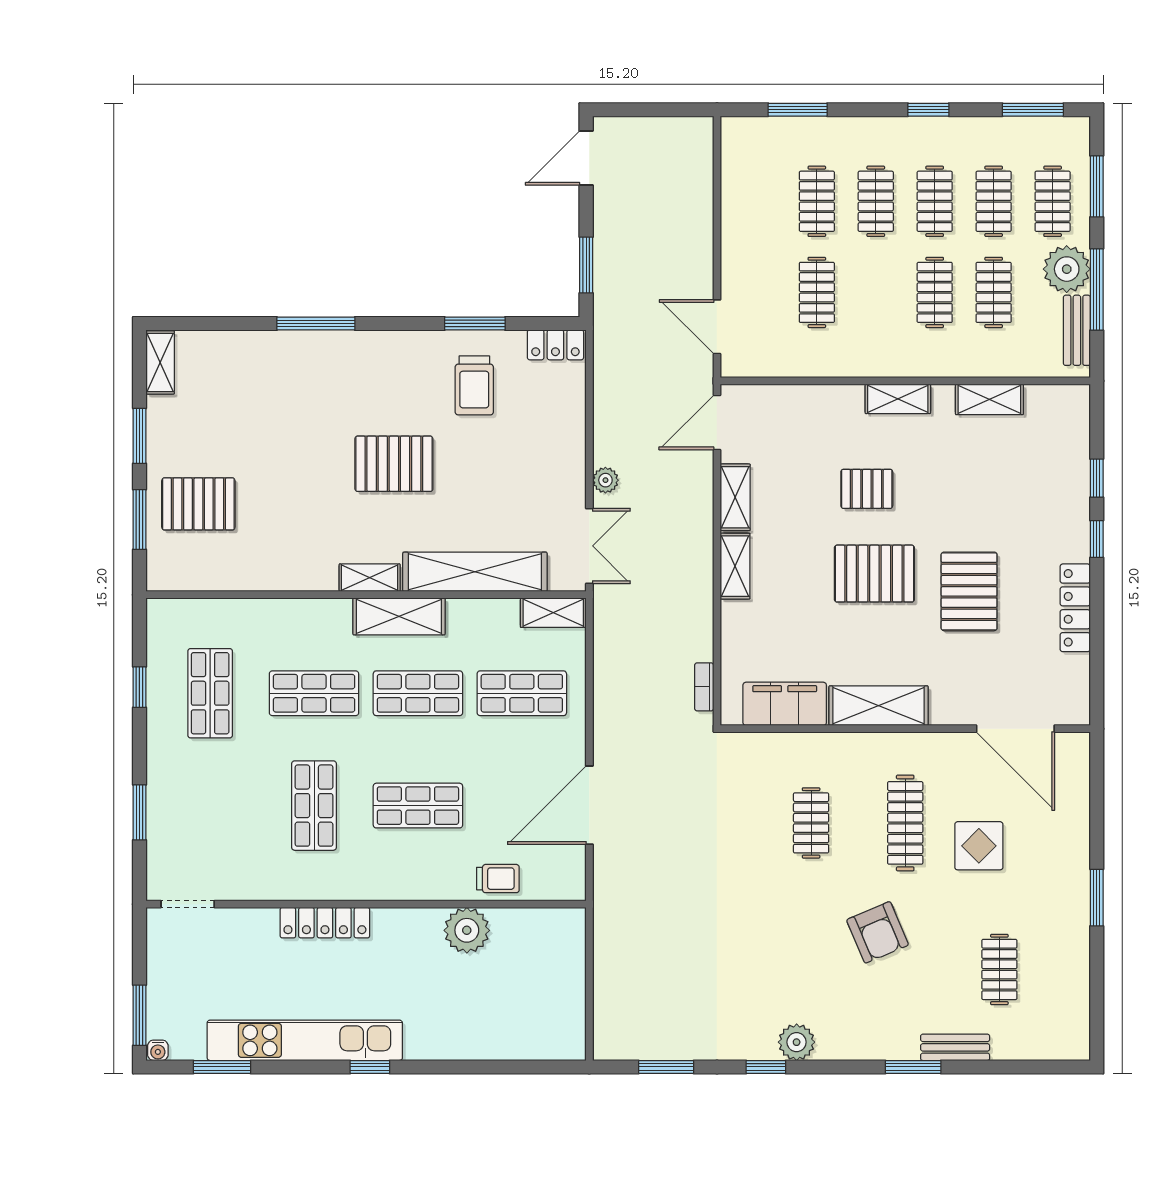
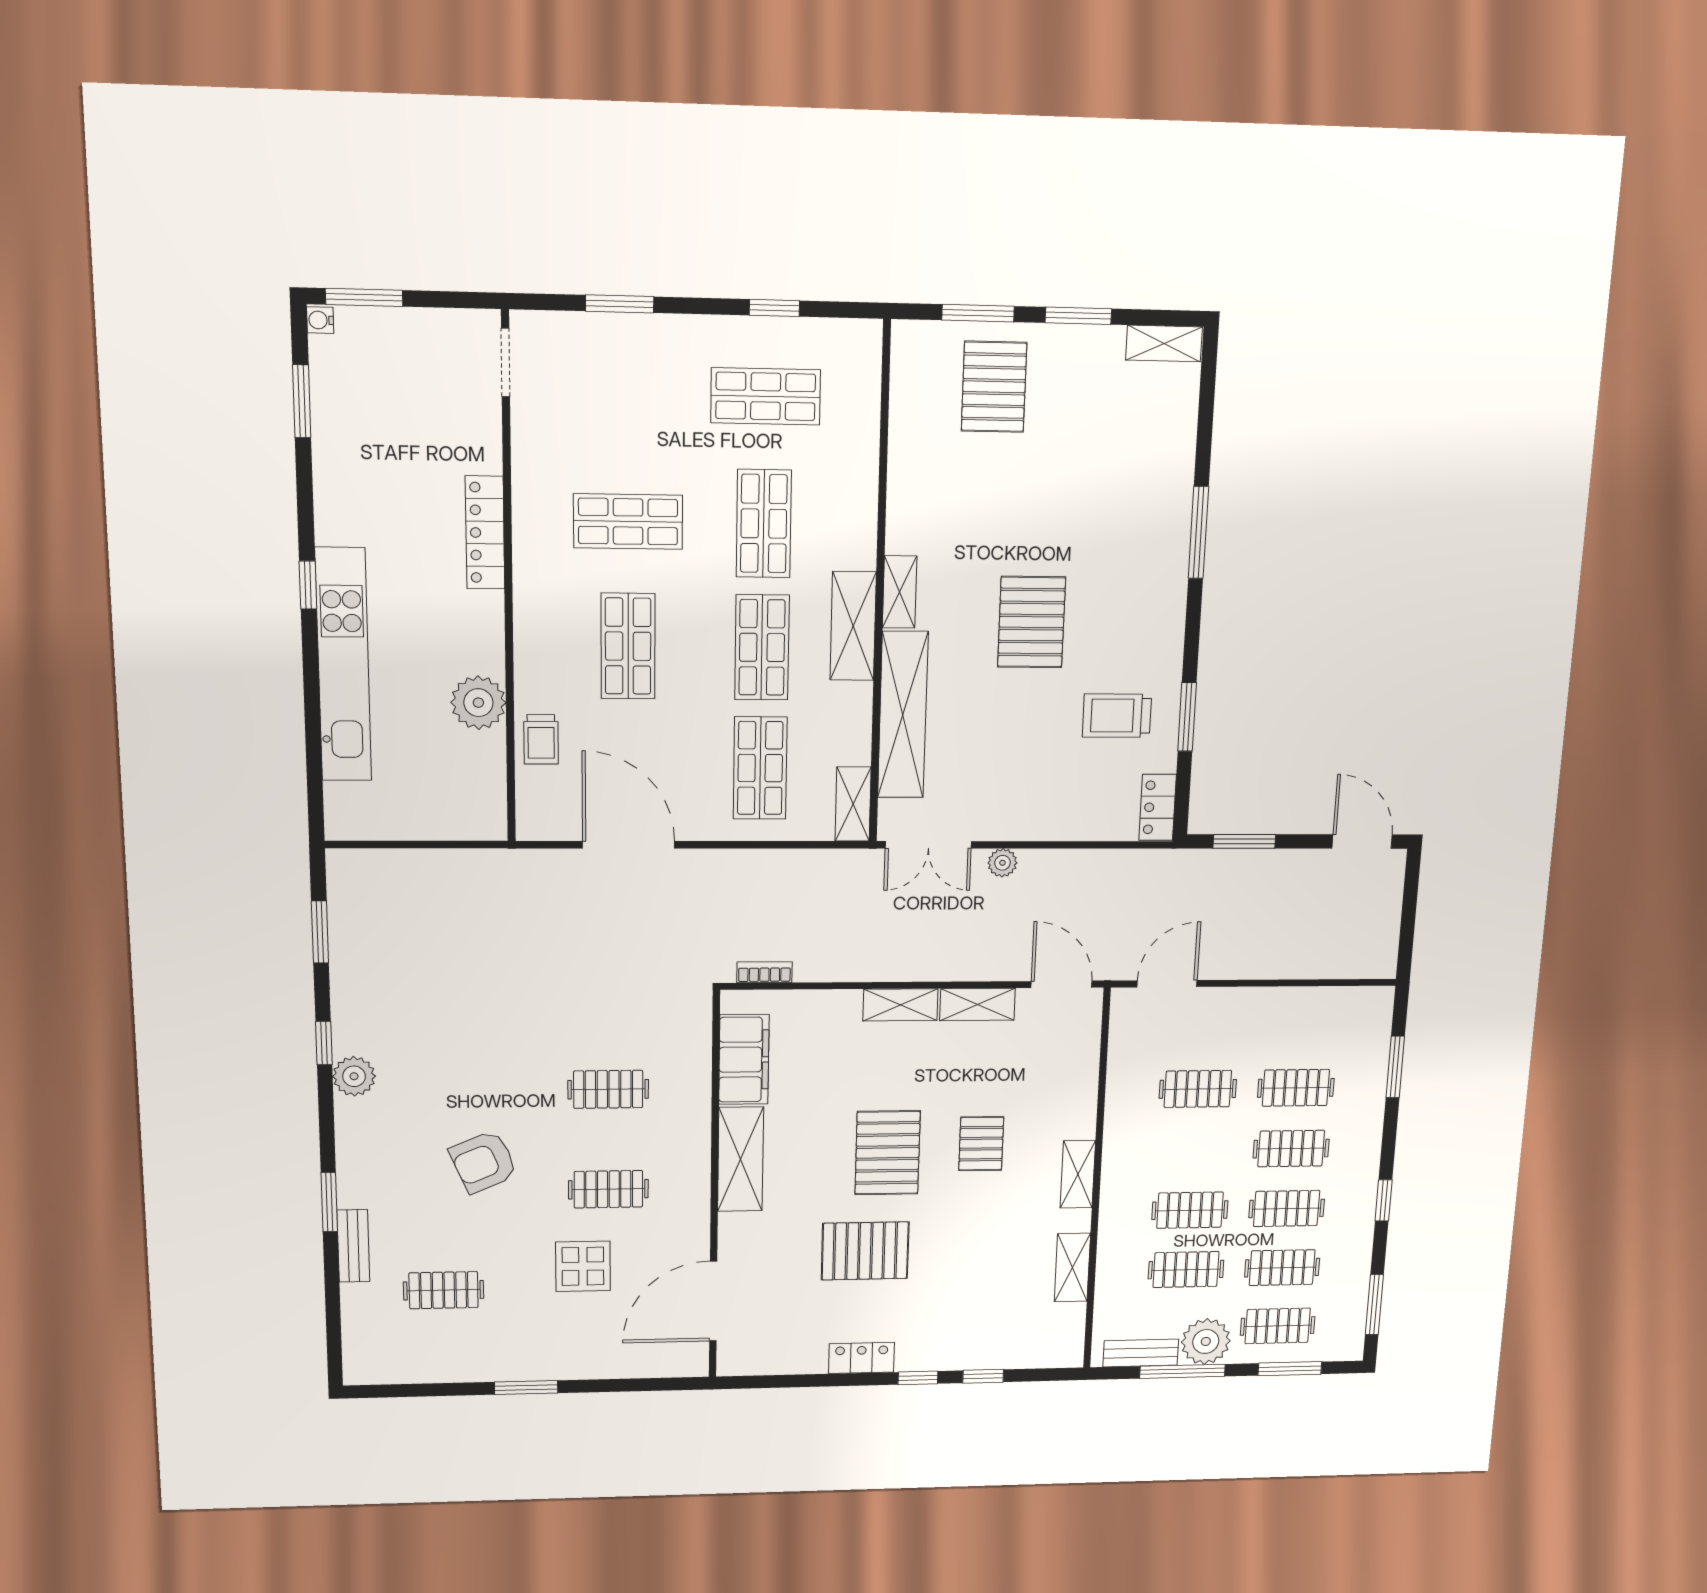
locker: (1075, 608) -> (861, 1358), width x0.66
clothes rail: (905, 823) -> (608, 1189), width x0.73
kitchen unit: (305, 1040) -> (343, 665), moved

